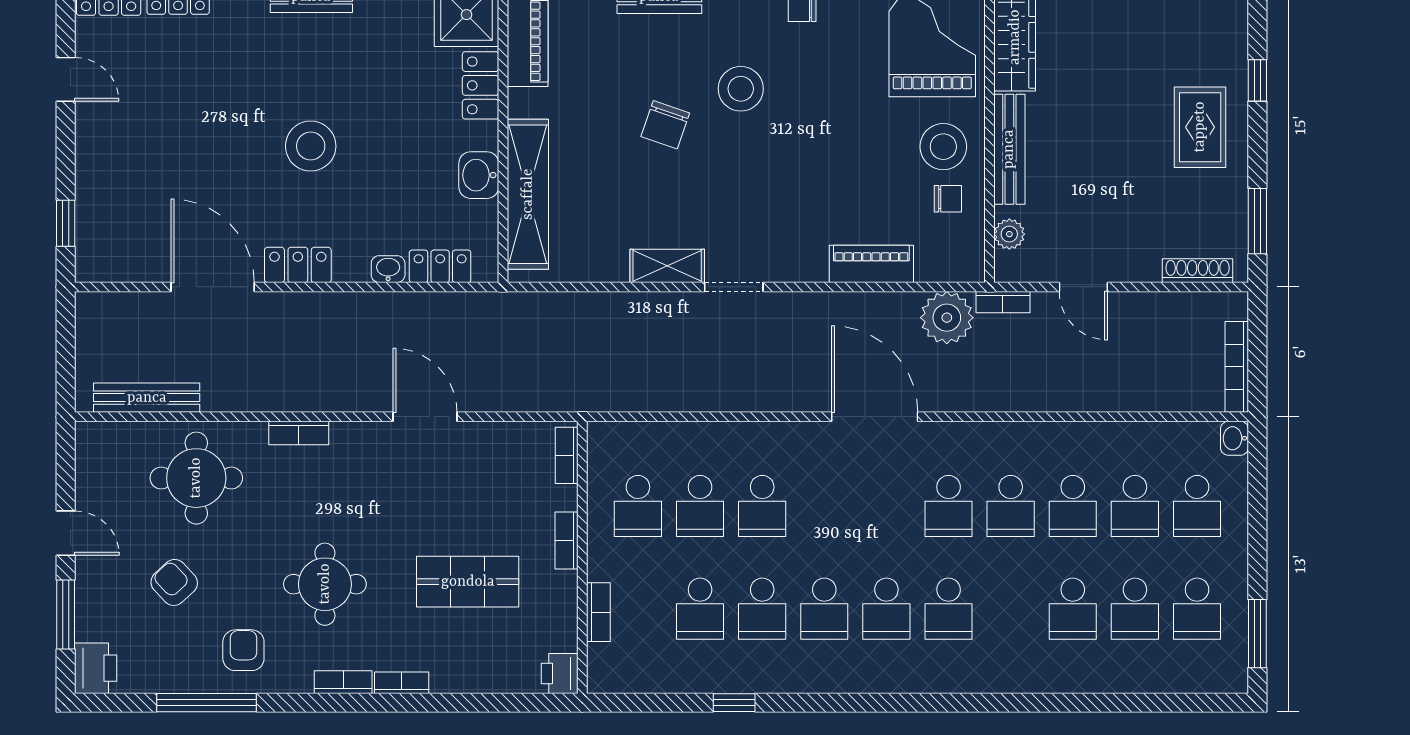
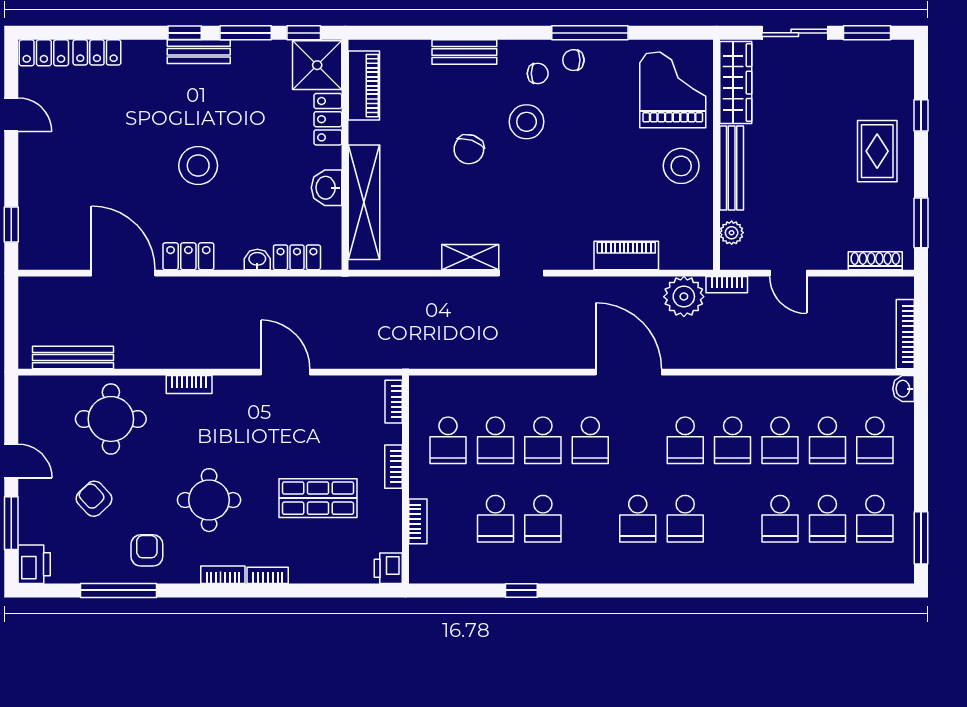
chair: (948, 199) -> (538, 73), moved
school desk: (824, 609) -> (590, 440), moved

